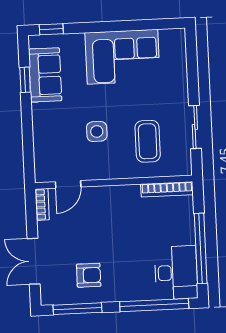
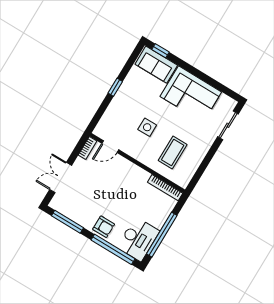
sofa: (45, 75) -> (156, 65), moved, turned 90
window: (25, 80) -> (115, 87), moved
sliding door: (195, 127) -> (228, 125), moved
armchair: (89, 275) -> (104, 227), moved

